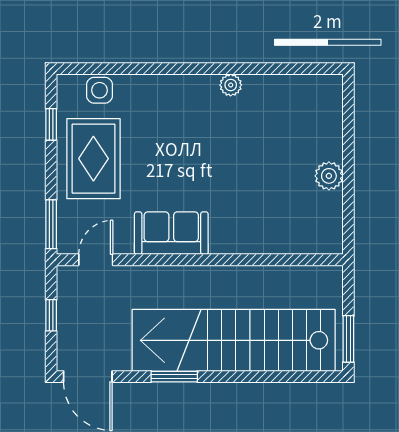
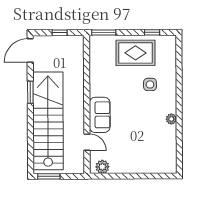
side table: (99, 90) -> (150, 84), moved
plant: (329, 176) -> (102, 167), moved
sofa: (171, 233) -> (100, 115), moved
door: (96, 260) -> (87, 142), moved

